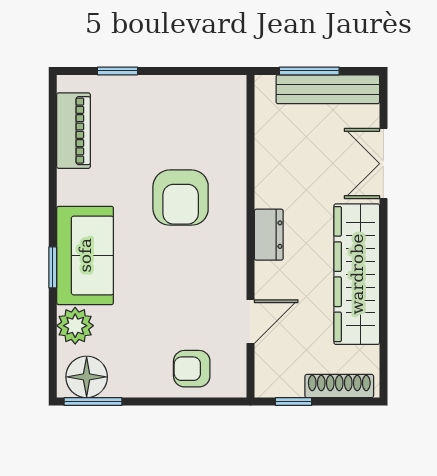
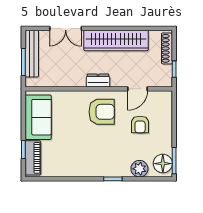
piano: (74, 131) -> (33, 158), moved, turned 90
armchair: (181, 198) -> (102, 112), moved
sofa: (85, 255) -> (38, 117), moved, turned 90
door: (250, 322) -> (138, 89), swing flipped
armchair: (192, 369) -> (140, 125), moved

